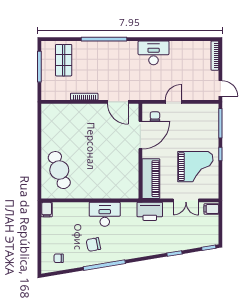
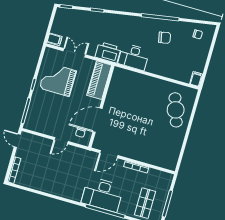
desk: (154, 53) -> (102, 194), moved, width x1.36, depth x1.30
door: (118, 102) -> (109, 154), swing flipped
desk: (105, 214) -> (134, 57), moved

